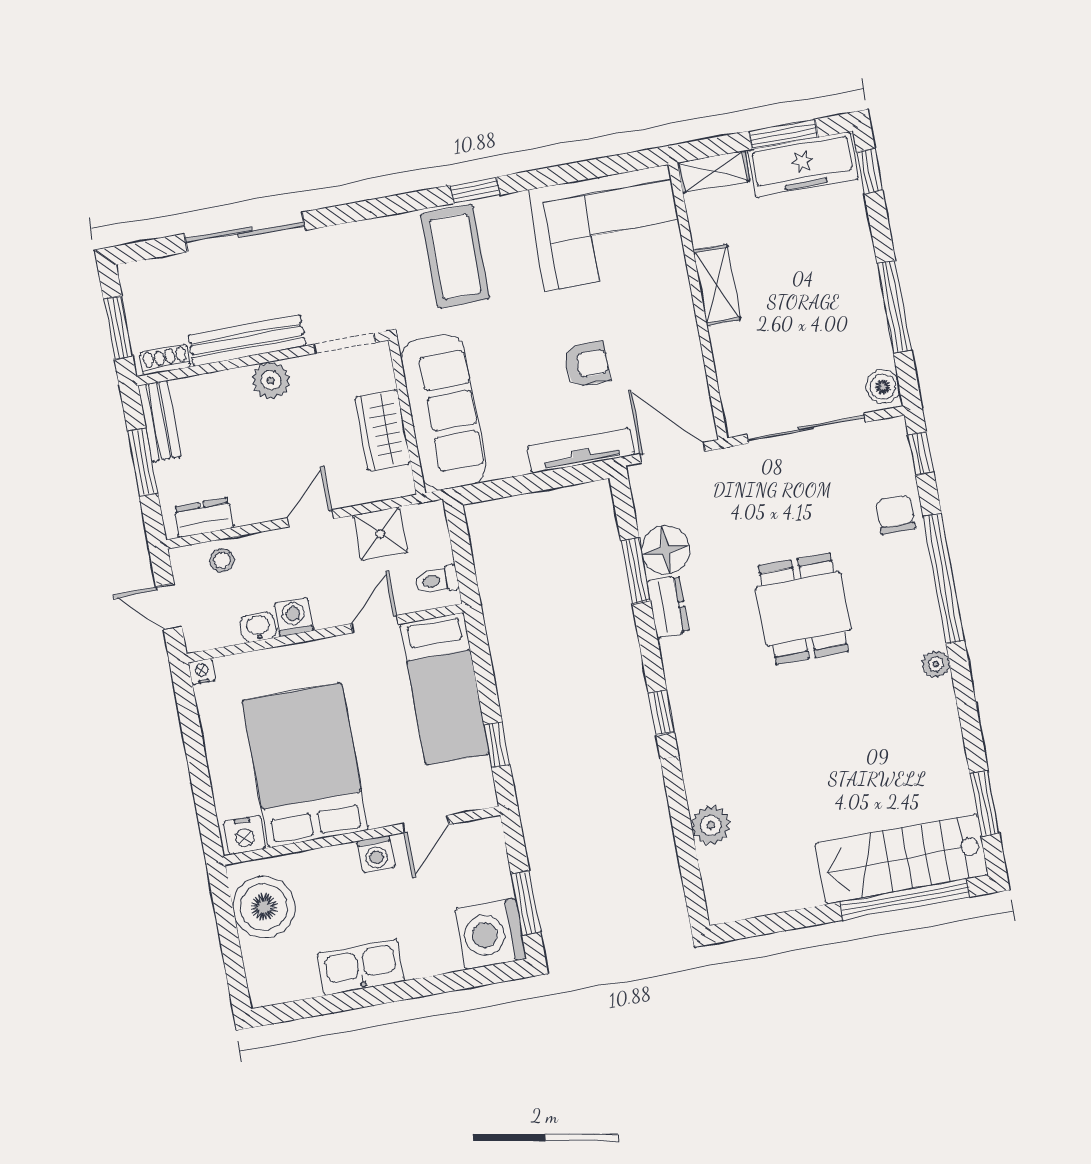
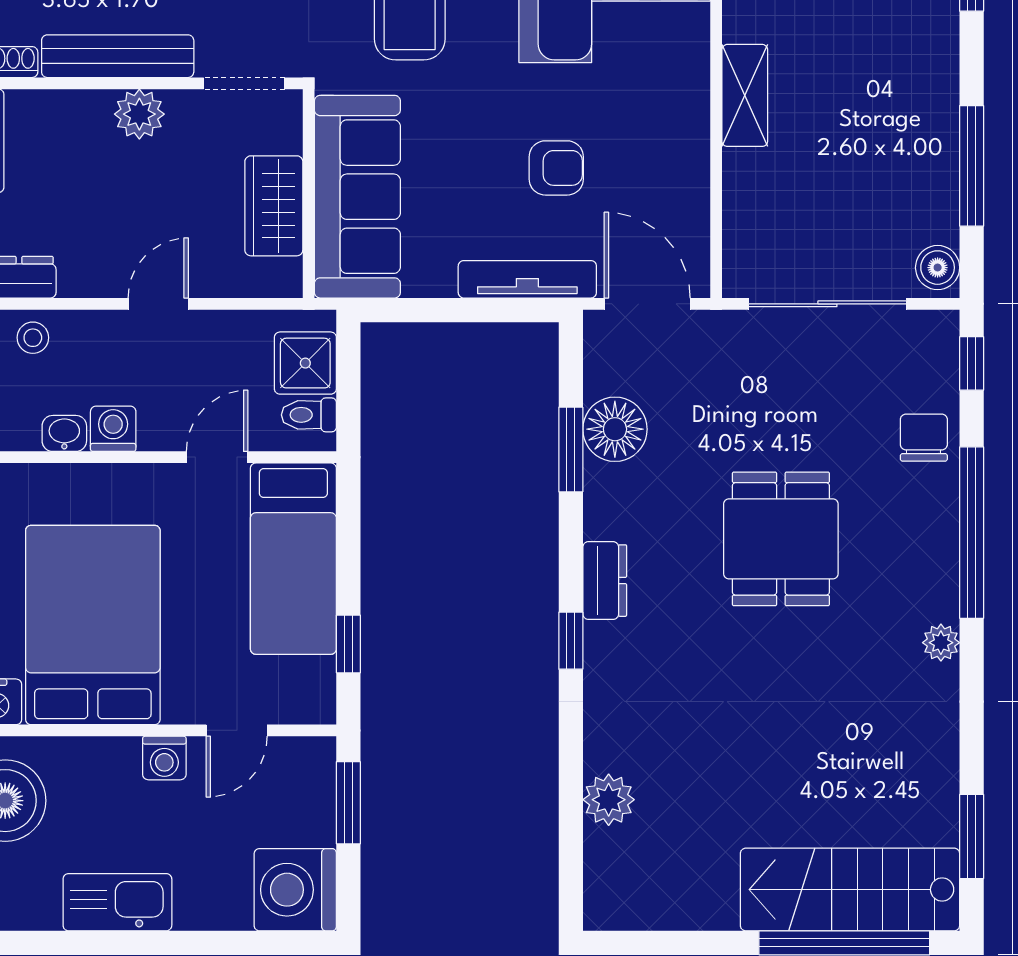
shower: (380, 534) -> (305, 363), moved
dresser: (668, 607) -> (605, 581), moved
window: (526, 903) -> (348, 803), moved

